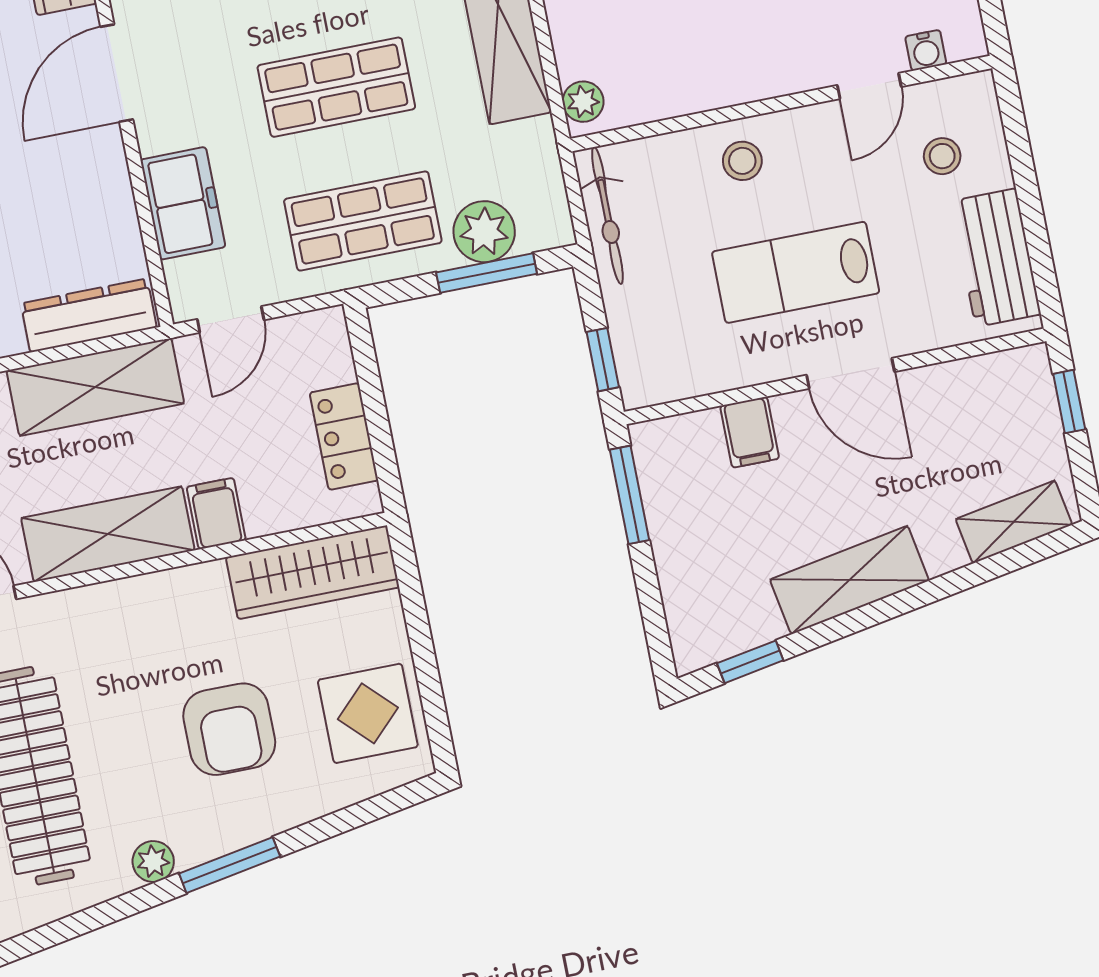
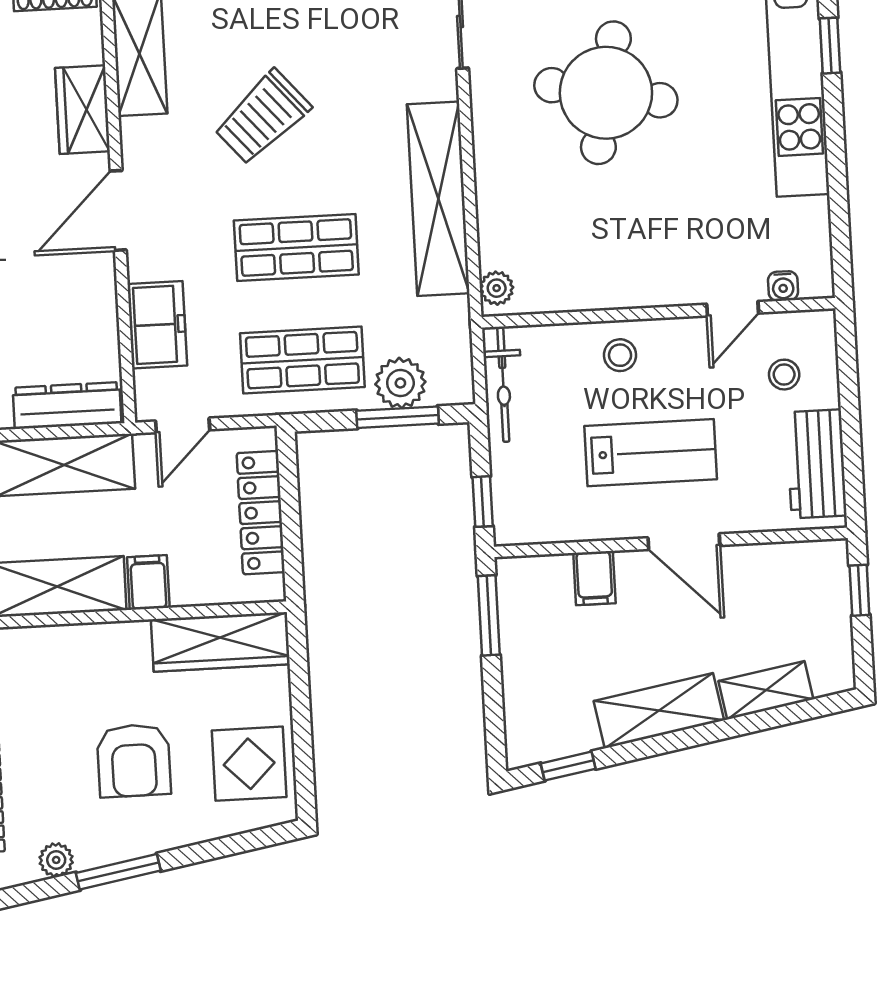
lab bench: (796, 272) -> (651, 453), turned 180
locker: (344, 436) -> (261, 513), width x1.53
shelving: (1014, 522) -> (766, 690), moved

